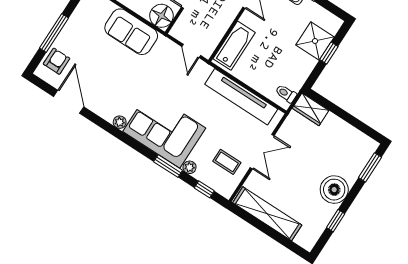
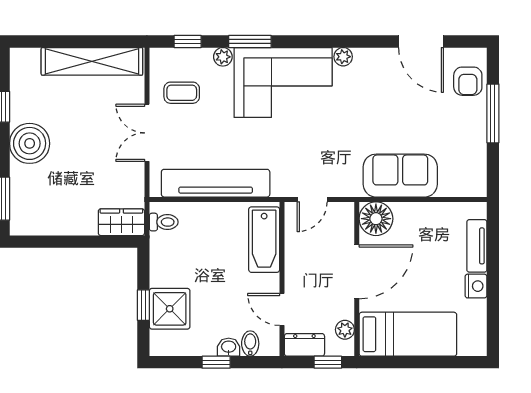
door: (191, 51) -> (312, 199), swing flipped

